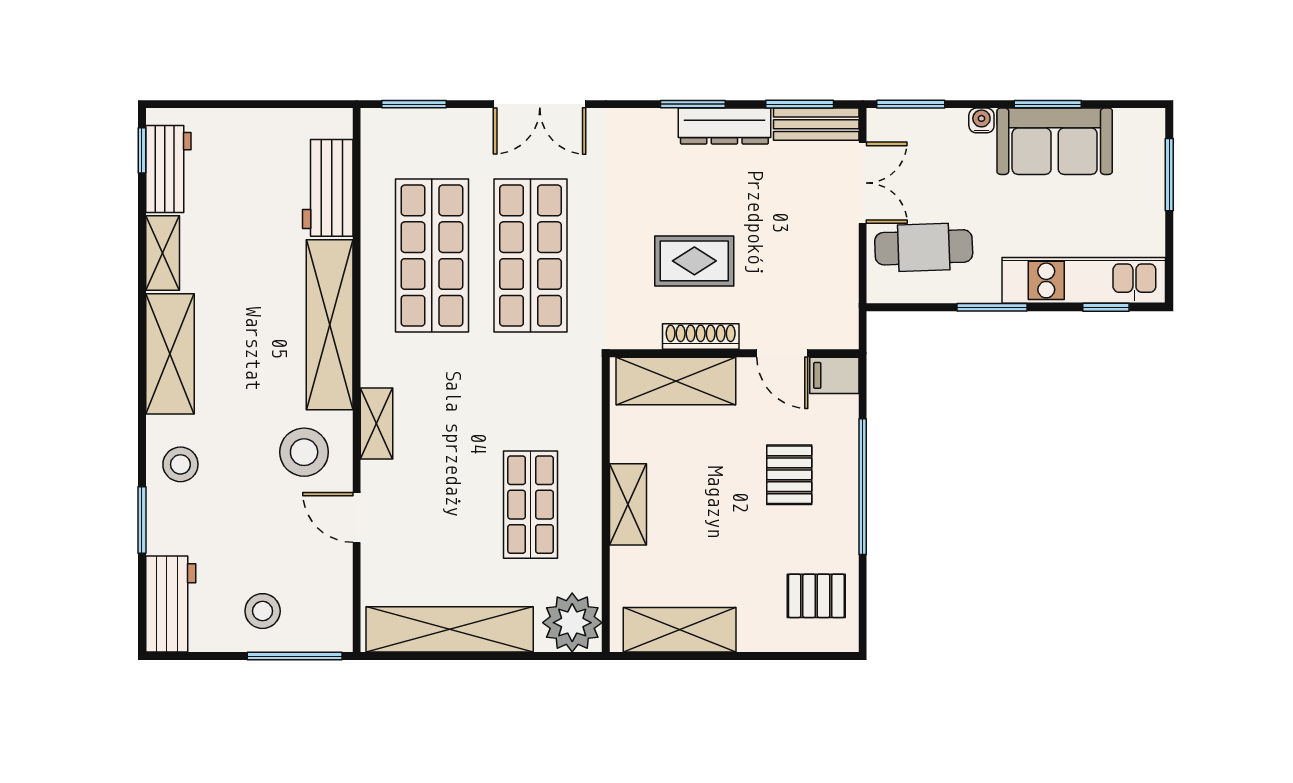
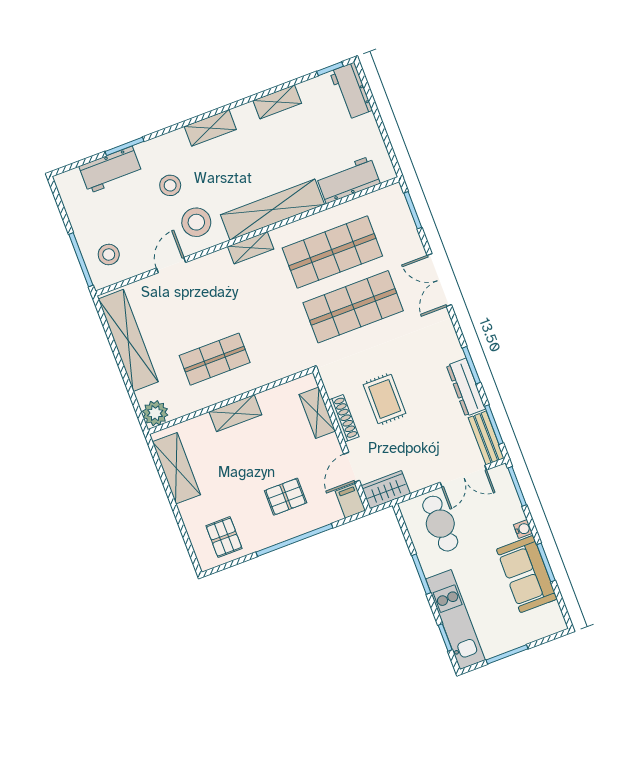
workbench: (168, 169) -> (351, 91), moved, turned 90
window: (1169, 175) -> (507, 654), moved
wardrobe: (838, 313) -> (386, 490), added
shelving: (170, 354) -> (210, 128), width x0.67, depth x0.75
shelving: (676, 381) -> (317, 413), width x0.67, depth x0.75
shelving: (377, 423) -> (251, 248), moved
stool: (180, 464) -> (170, 185), moved
workbench: (171, 604) -> (111, 170), moved
stool: (263, 611) -> (109, 255), moved
plant: (572, 623) -> (155, 413), width x0.73, depth x0.73

